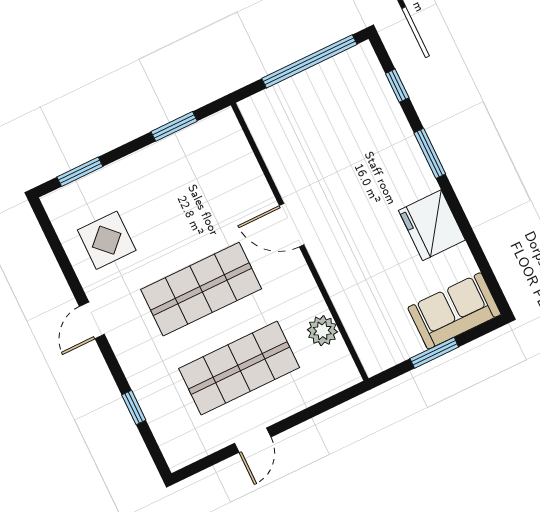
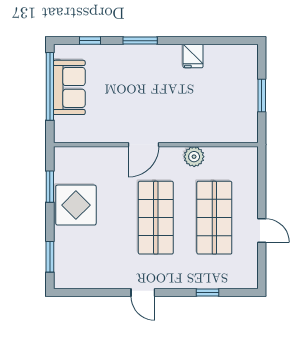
fridge: (432, 225) -> (193, 56), width x0.53, depth x0.75
display table: (107, 240) -> (76, 205), moved, width x1.36, depth x1.36
sofa: (454, 311) -> (69, 87), moved, turned 180
plant: (322, 331) -> (194, 157), moved

